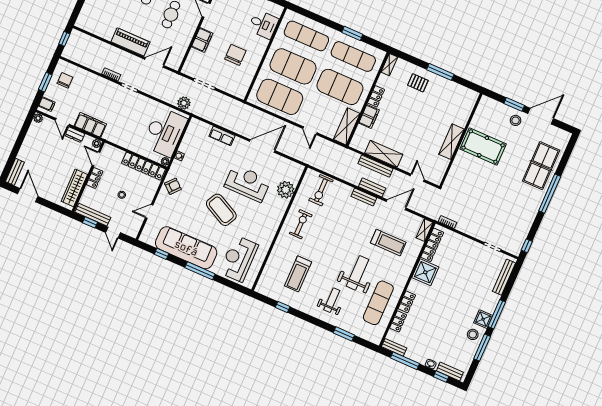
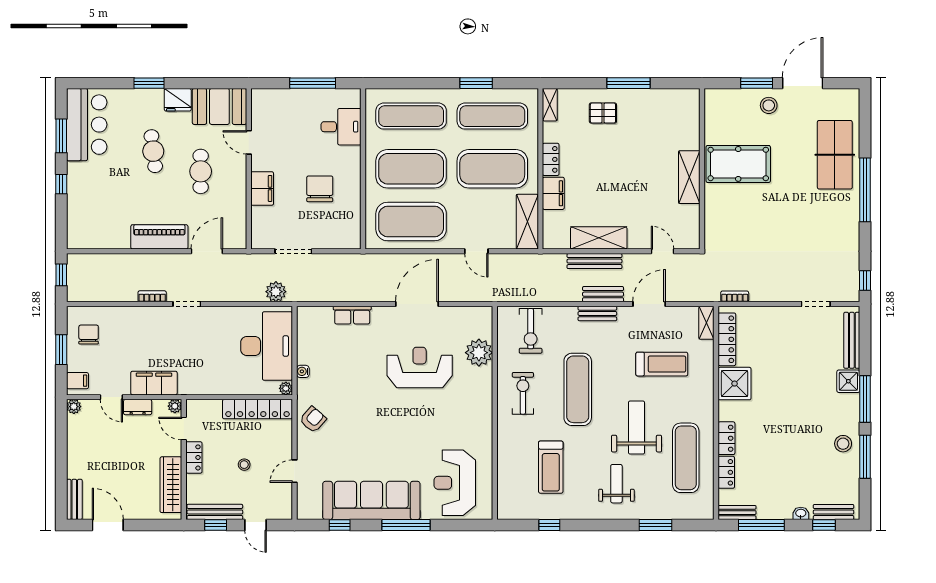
coffee table: (221, 210) -> (398, 423), removed
exercise mat: (333, 236) -> (578, 389), added
shower: (483, 319) -> (848, 381), moved

